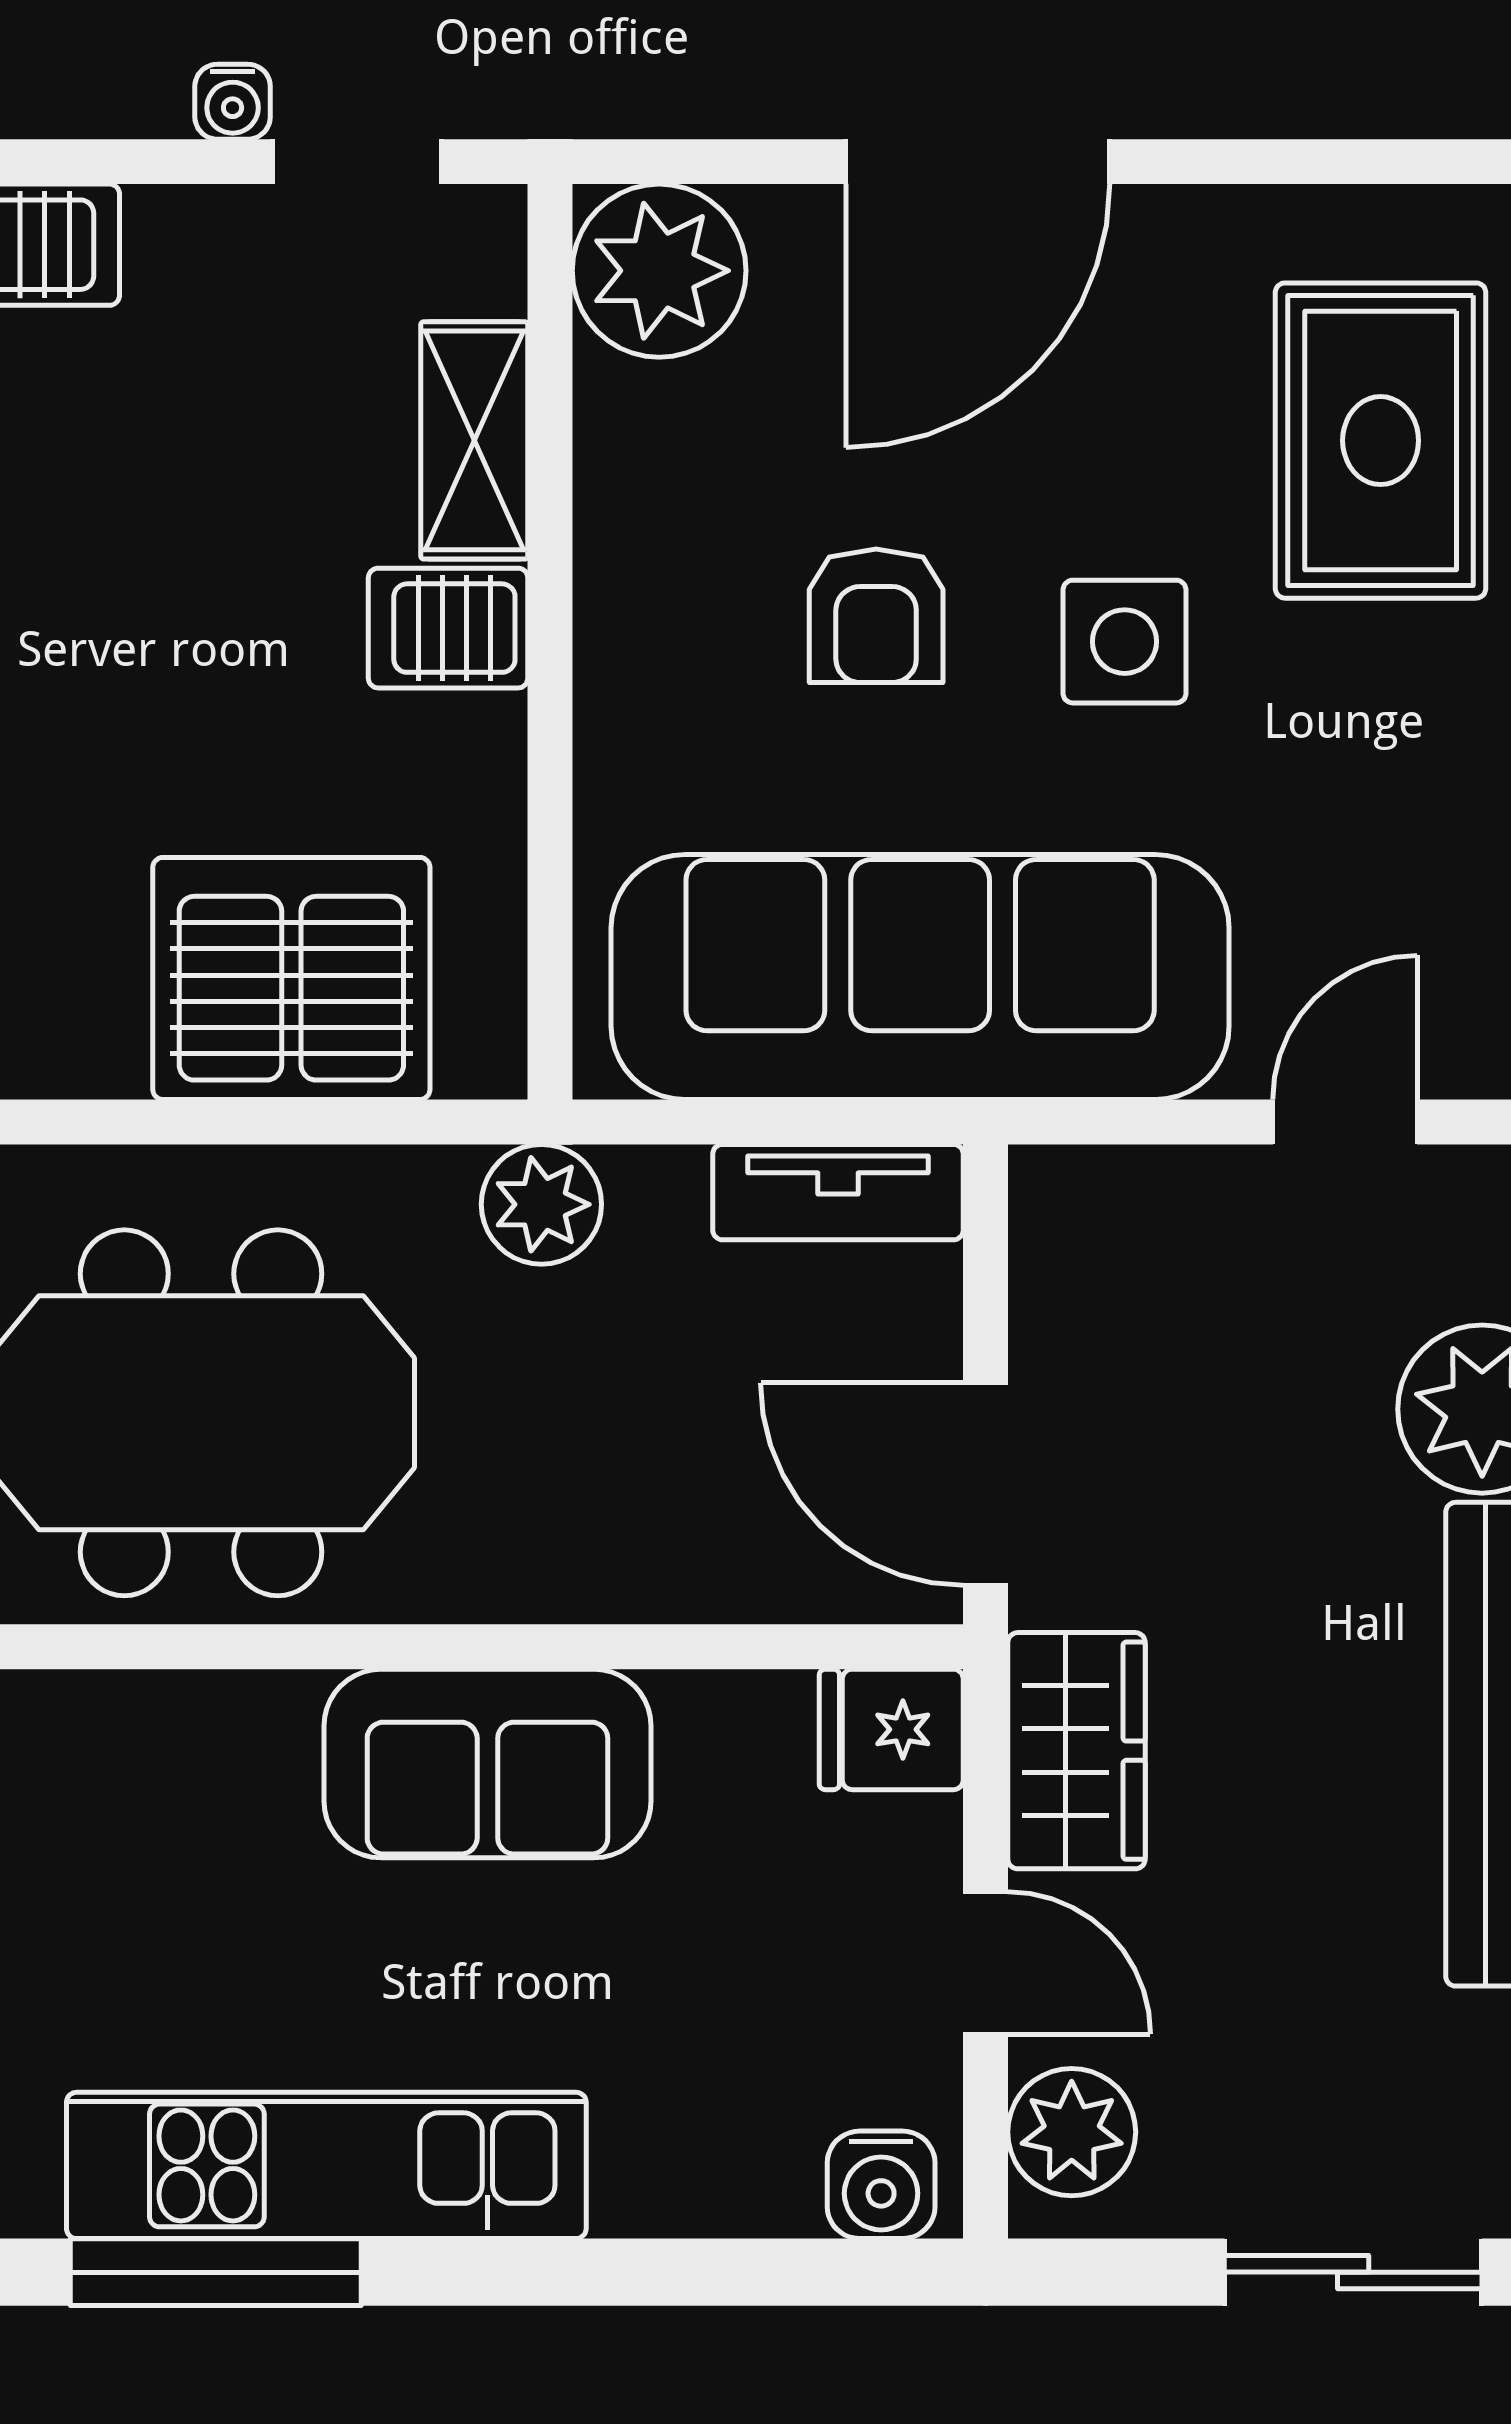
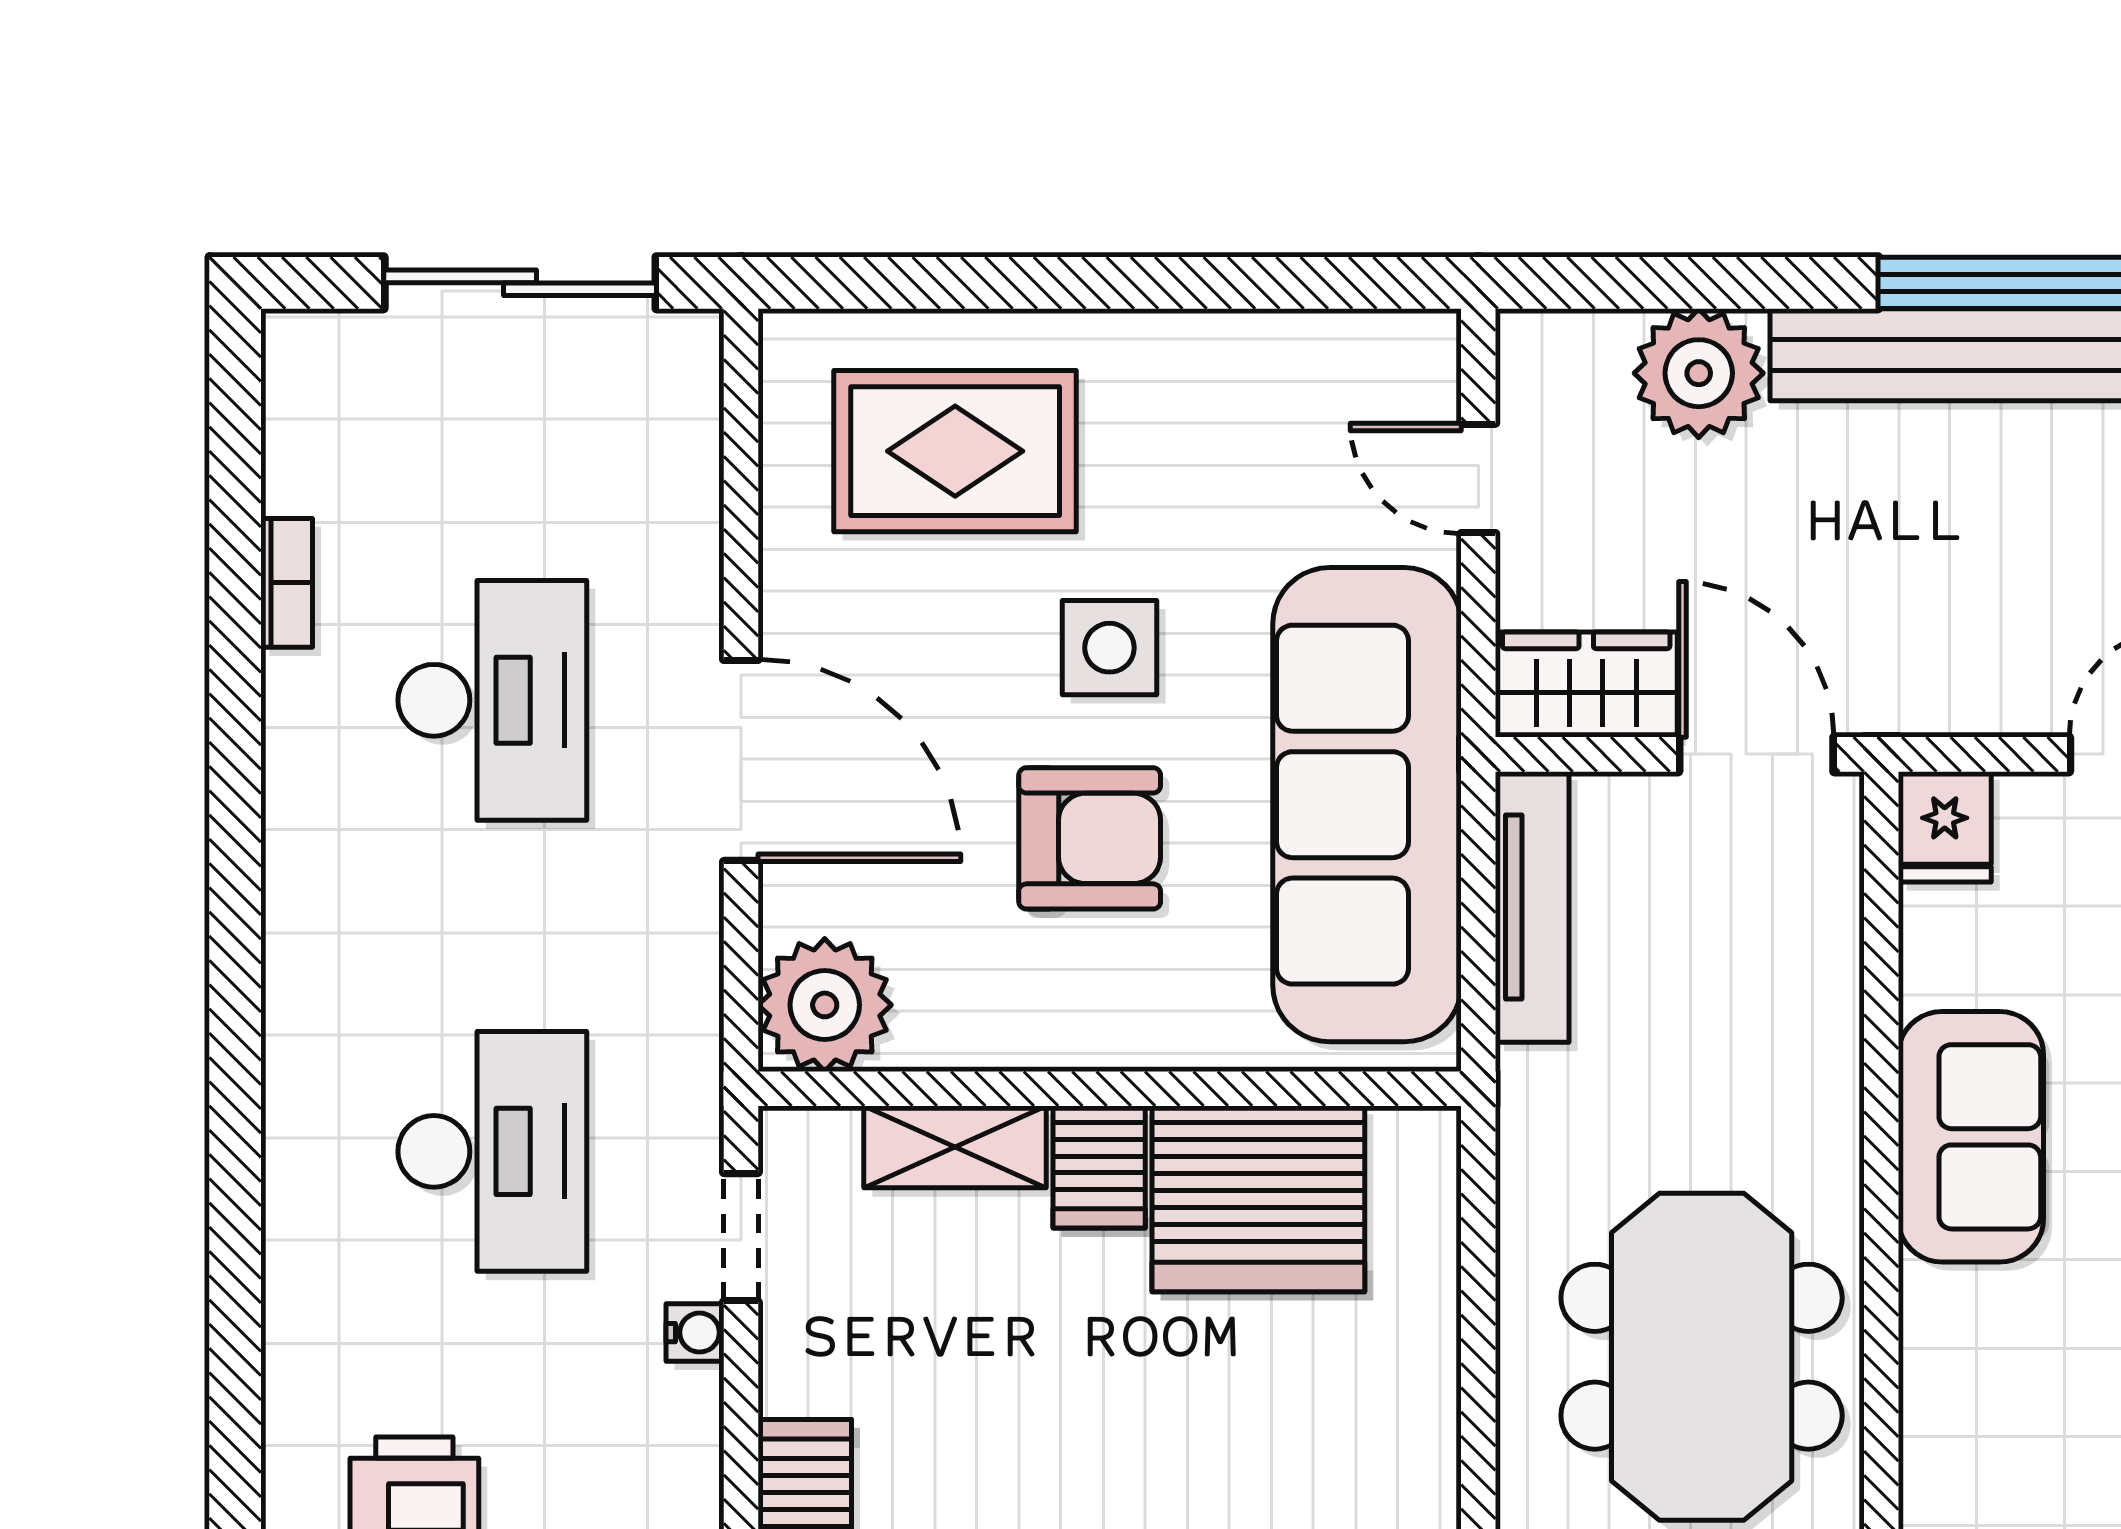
armchair: (876, 616) -> (1090, 838), width x1.38, depth x1.38
server rack: (291, 978) -> (1258, 1199), moved, turned -90
tv unit: (838, 1192) -> (1532, 907), width x1.41
plant: (541, 1204) -> (1542, 1095), removed
door: (986, 1484) -> (1756, 754), swing flipped
wardrobe: (1076, 1751) -> (1586, 685), moved

